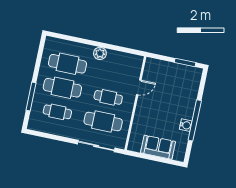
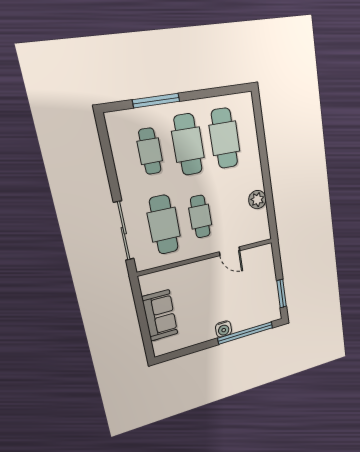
plant: (100, 53) -> (257, 200), moved
window: (195, 120) -> (245, 333), moved
water cooler: (186, 125) -> (224, 329), moved

